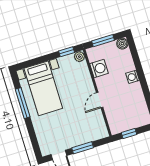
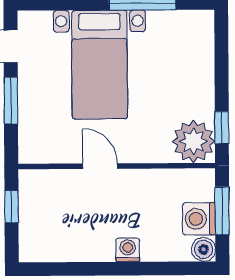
plant: (79, 57) -> (194, 141), width x1.88, depth x1.88
washing machine: (99, 68) -> (199, 219), moved, turned 90
bed with nightstands: (43, 88) -> (100, 65), moved, turned -90

